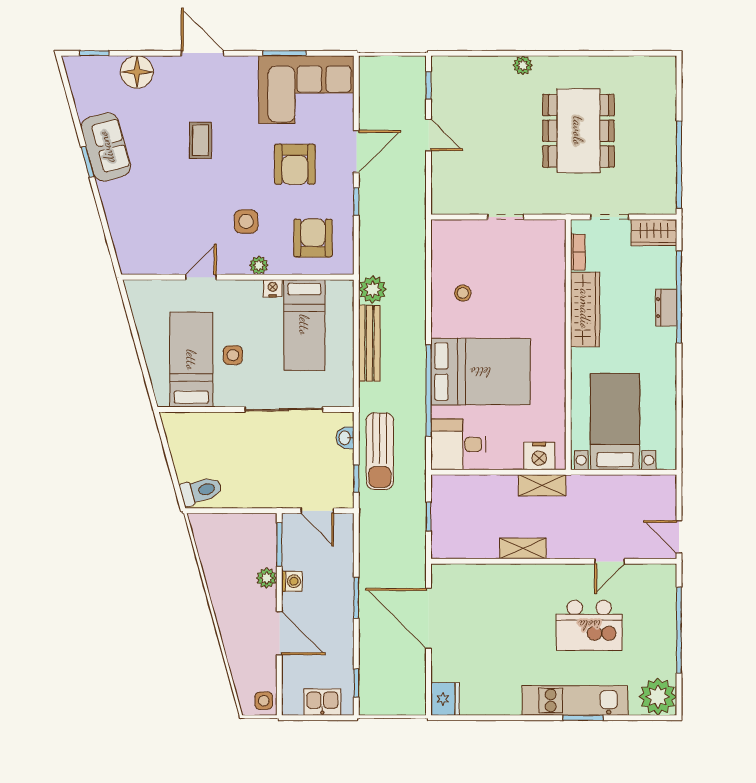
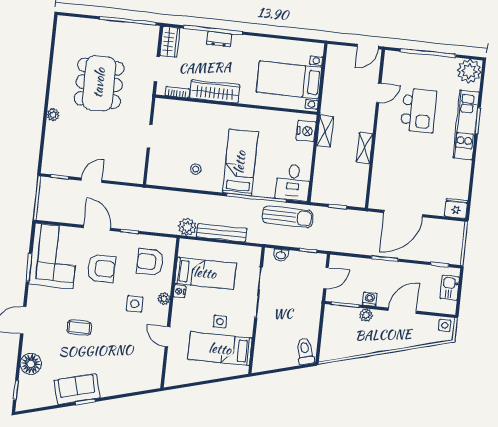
dining table: (578, 131) -> (99, 83), turned 90
bed: (480, 372) -> (240, 162), width x0.67
sun lounger: (380, 451) -> (288, 217), moved
door: (610, 561) -> (379, 93), hinge flipped

